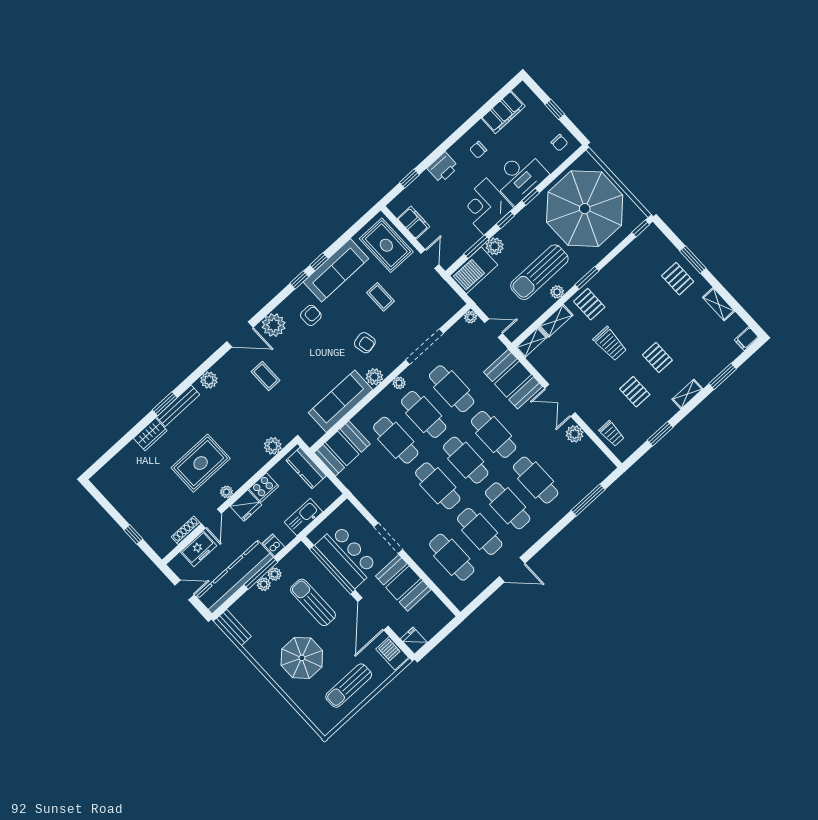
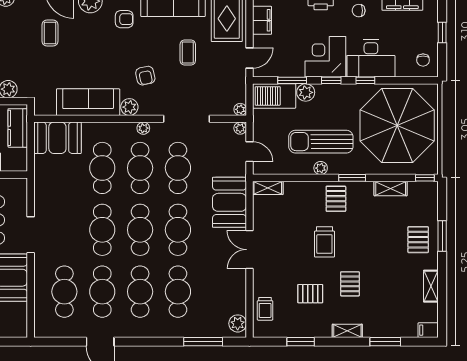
plant: (458, 303) -> (240, 109), added
shelving: (556, 321) -> (391, 188), moved
pallet: (635, 392) -> (310, 294), turned 90
plant: (575, 434) -> (238, 323), moved

